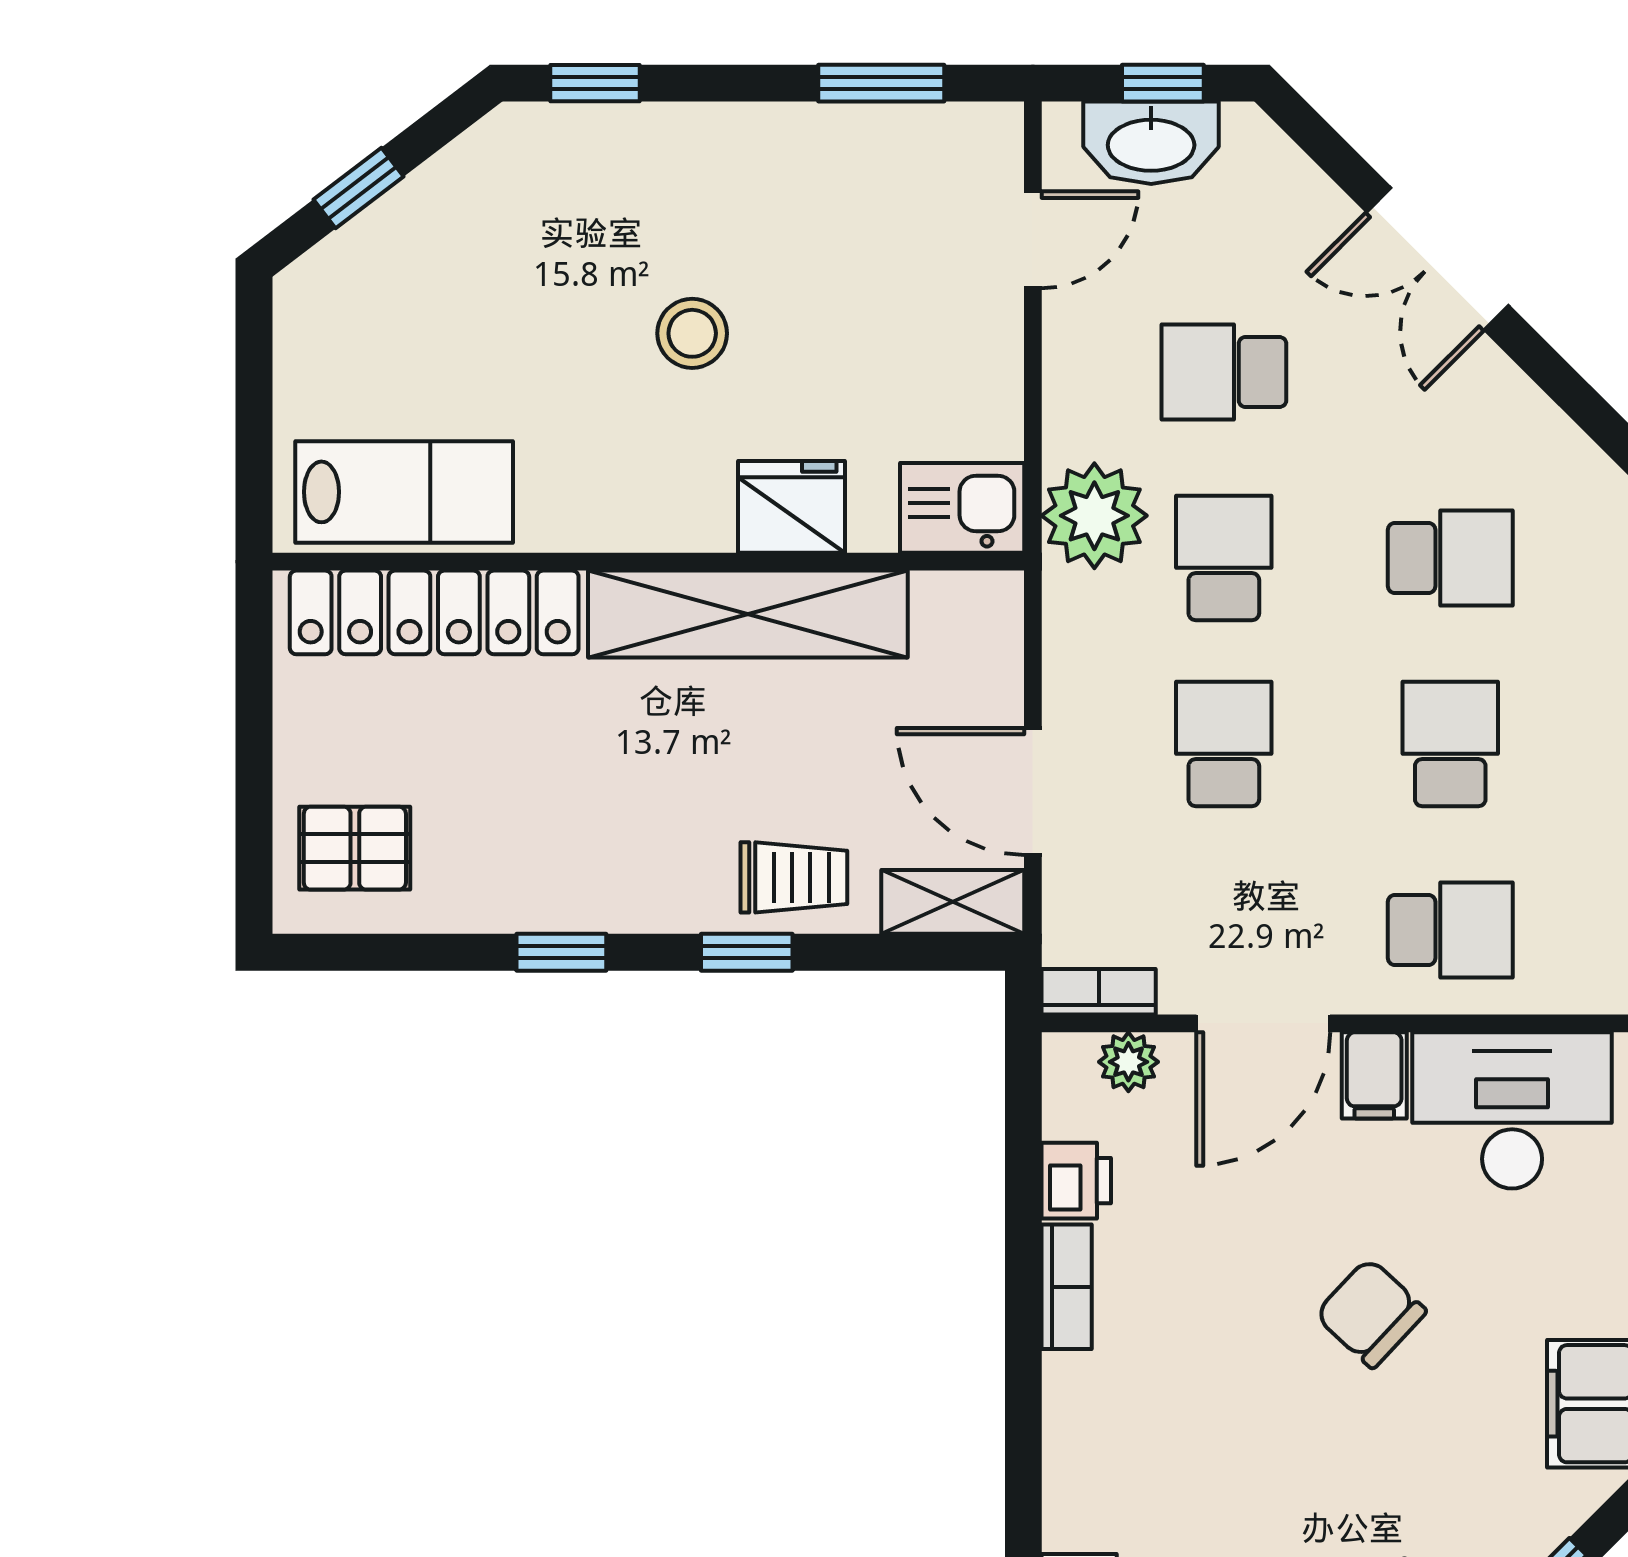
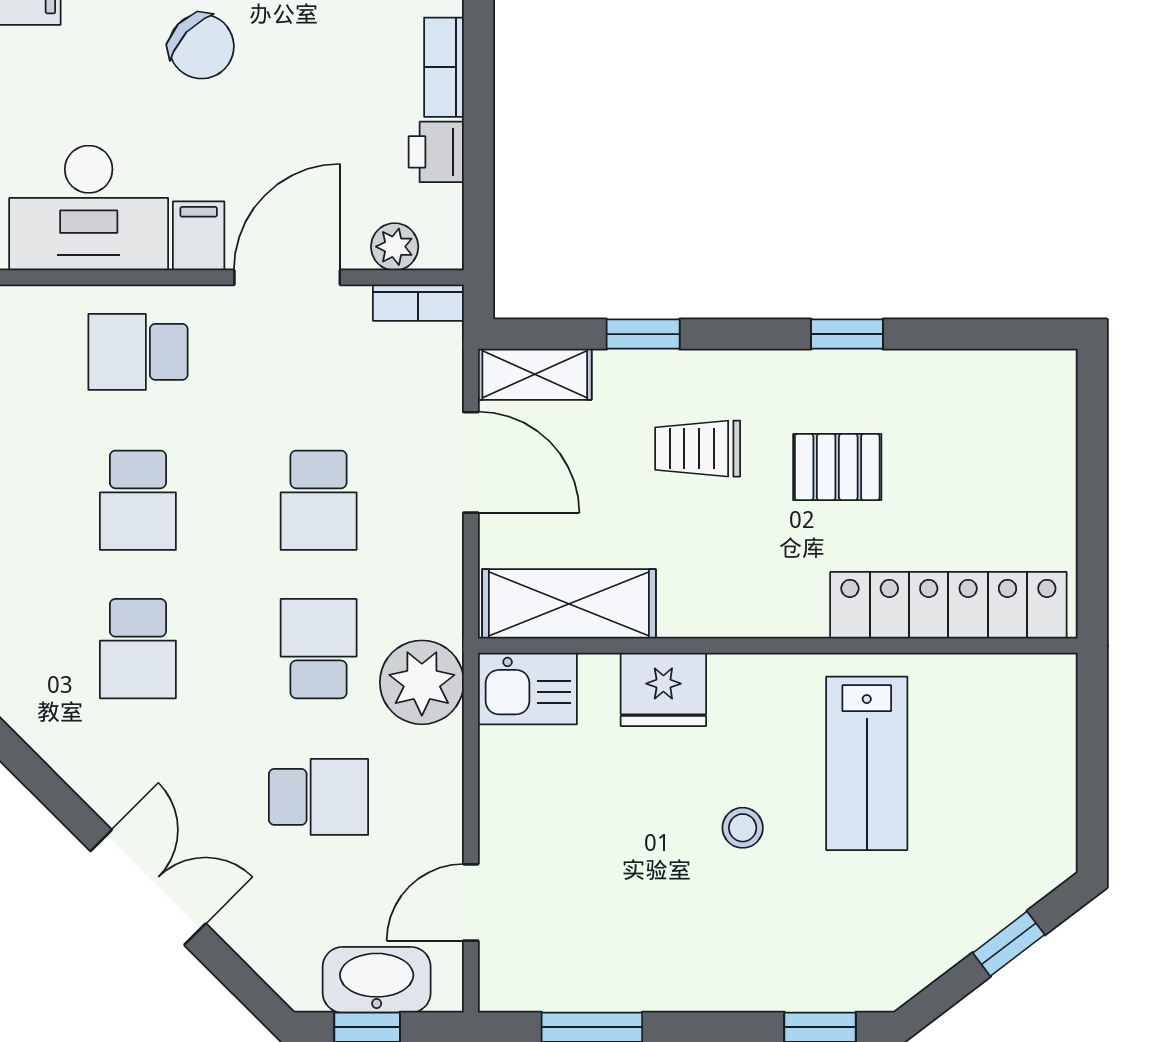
stool: (692, 333) -> (743, 828), width x0.73, depth x0.73
lab bench: (404, 492) -> (867, 763), moved, turned -90
school desk: (1224, 558) -> (319, 649), turned 180
school desk: (1450, 558) -> (138, 649), turned -90
shelving: (748, 614) -> (569, 604), moved, width x0.68
pallet: (355, 848) -> (837, 467), moved
trolley: (794, 877) -> (698, 449), moved
window: (747, 952) -> (643, 334), moved

